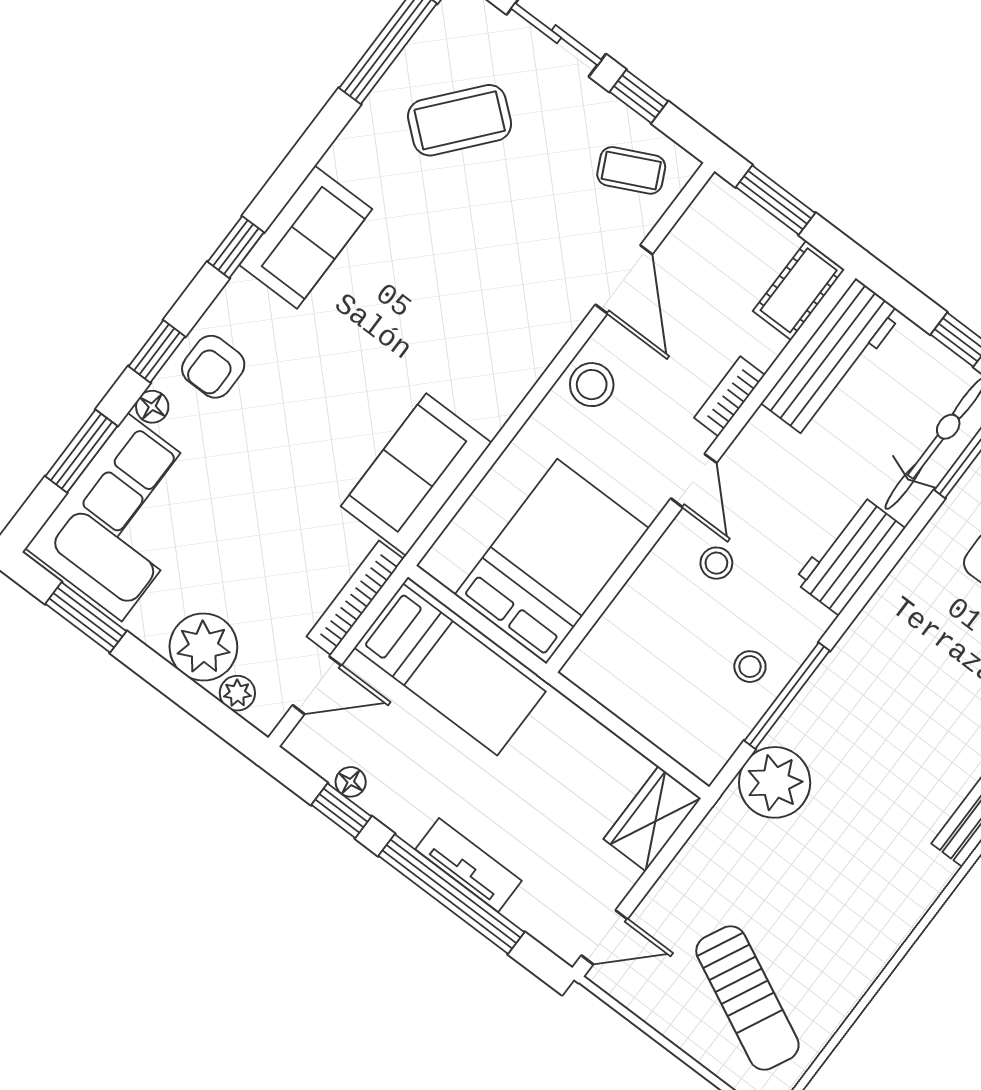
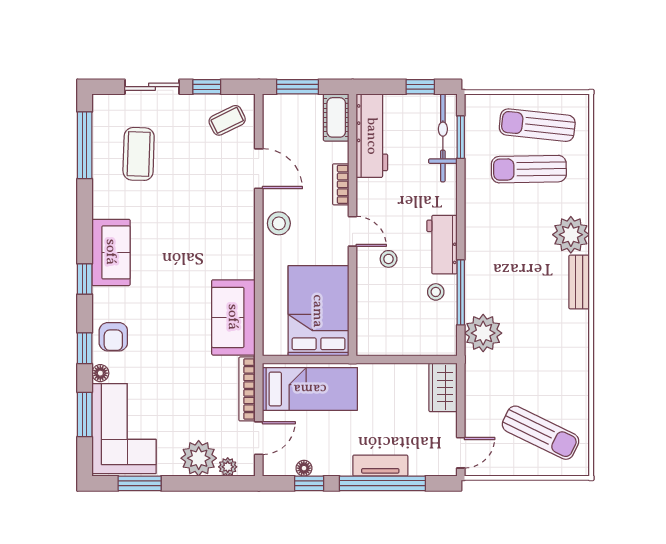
coffee table: (460, 120) -> (139, 154), turned -38
workbench: (849, 555) -> (442, 245), moved

